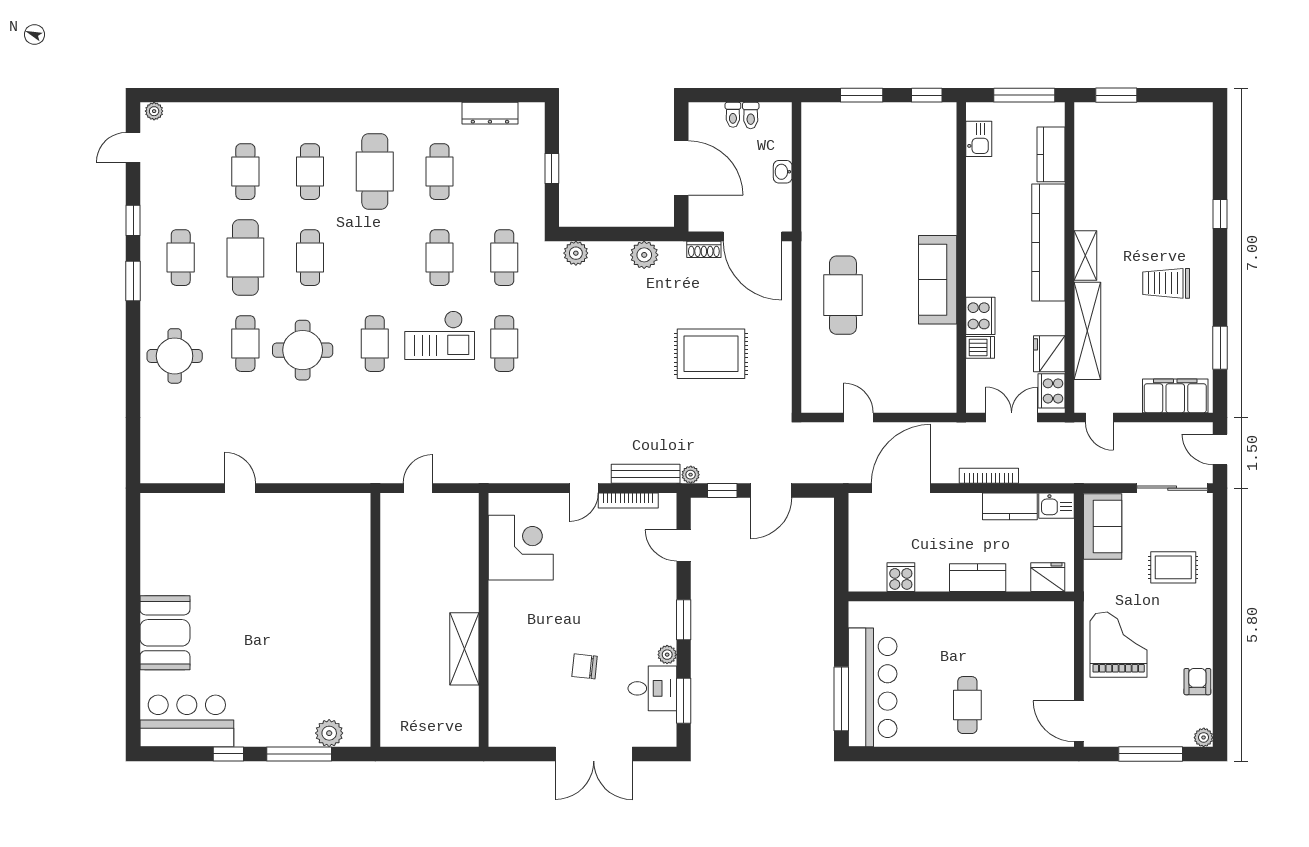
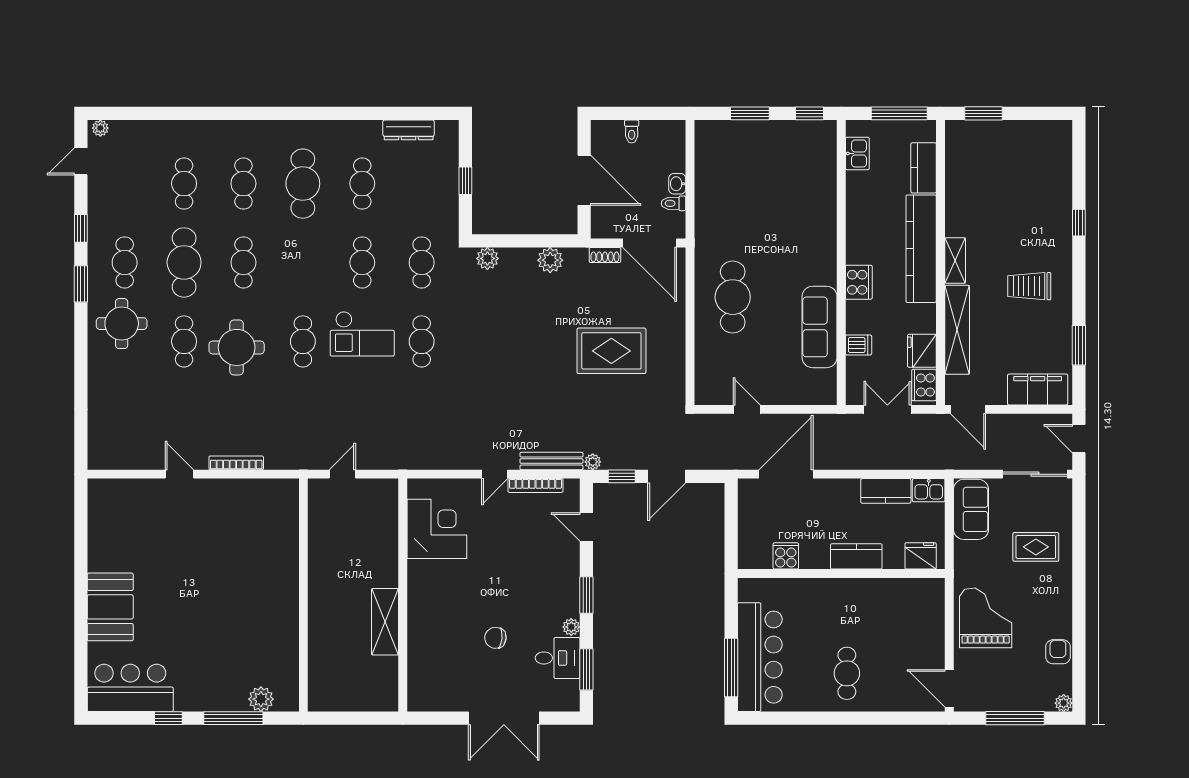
toilet: (751, 115) -> (674, 203), moved, turned 90
sofa: (938, 280) -> (820, 327), moved
cooker: (980, 316) -> (859, 282), moved
round table: (175, 356) -> (122, 324), moved
door: (1099, 418) -> (968, 409), width x1.37
bookcase: (989, 476) -> (236, 463), moved

